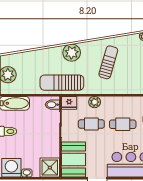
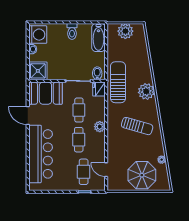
plant: (95, 102) -> (100, 127), moved

